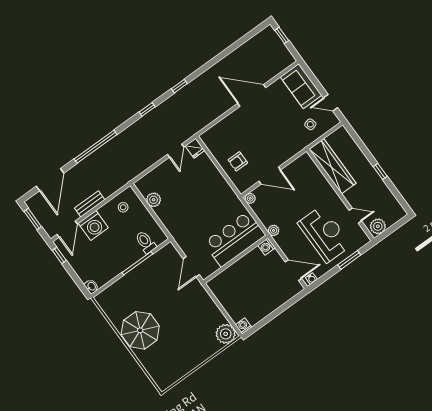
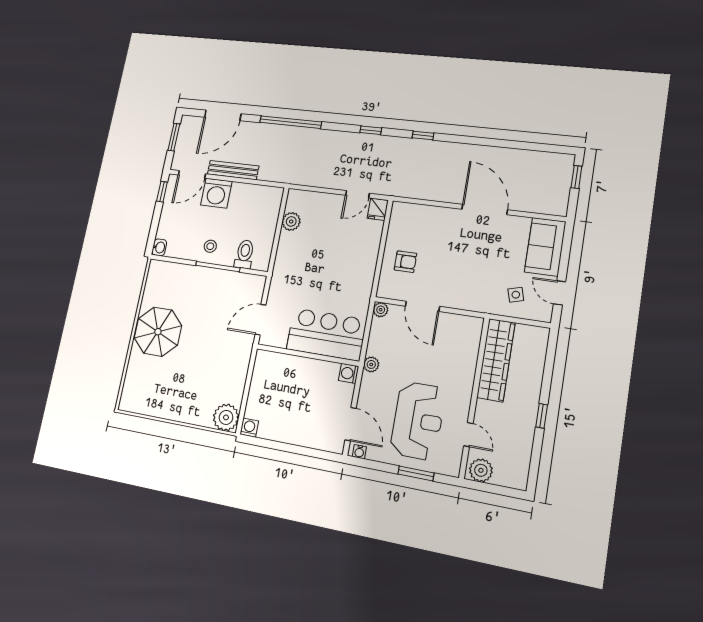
armchair: (238, 161) -> (406, 262), turned 180
bench: (90, 204) -> (233, 170), width x1.36
stool: (123, 207) -> (210, 246), moved

